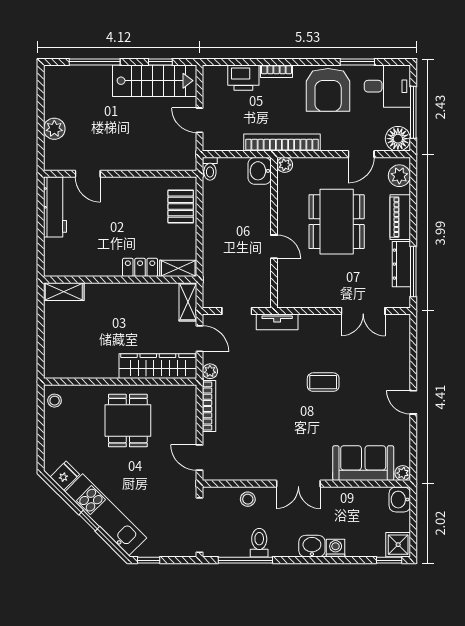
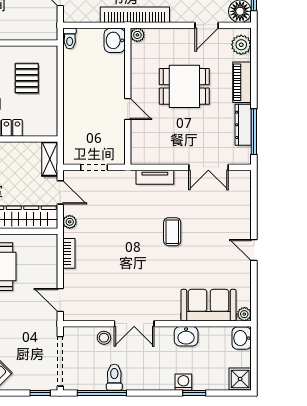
pallet: (181, 207) -> (27, 78), moved
dining table: (337, 222) -> (184, 86), width x0.73
shelving: (178, 268) -> (41, 129), removed
tv unit: (277, 322) -> (155, 177), moved
coffee table: (323, 382) -> (172, 232), turned 90
bookcase: (209, 406) -> (69, 253), width x0.64
double door: (298, 484) -> (134, 324), moved
washbasin: (312, 546) -> (186, 336), moved, turned 180
window: (149, 560) -> (40, 393), moved
window: (389, 560) -> (194, 393), moved

